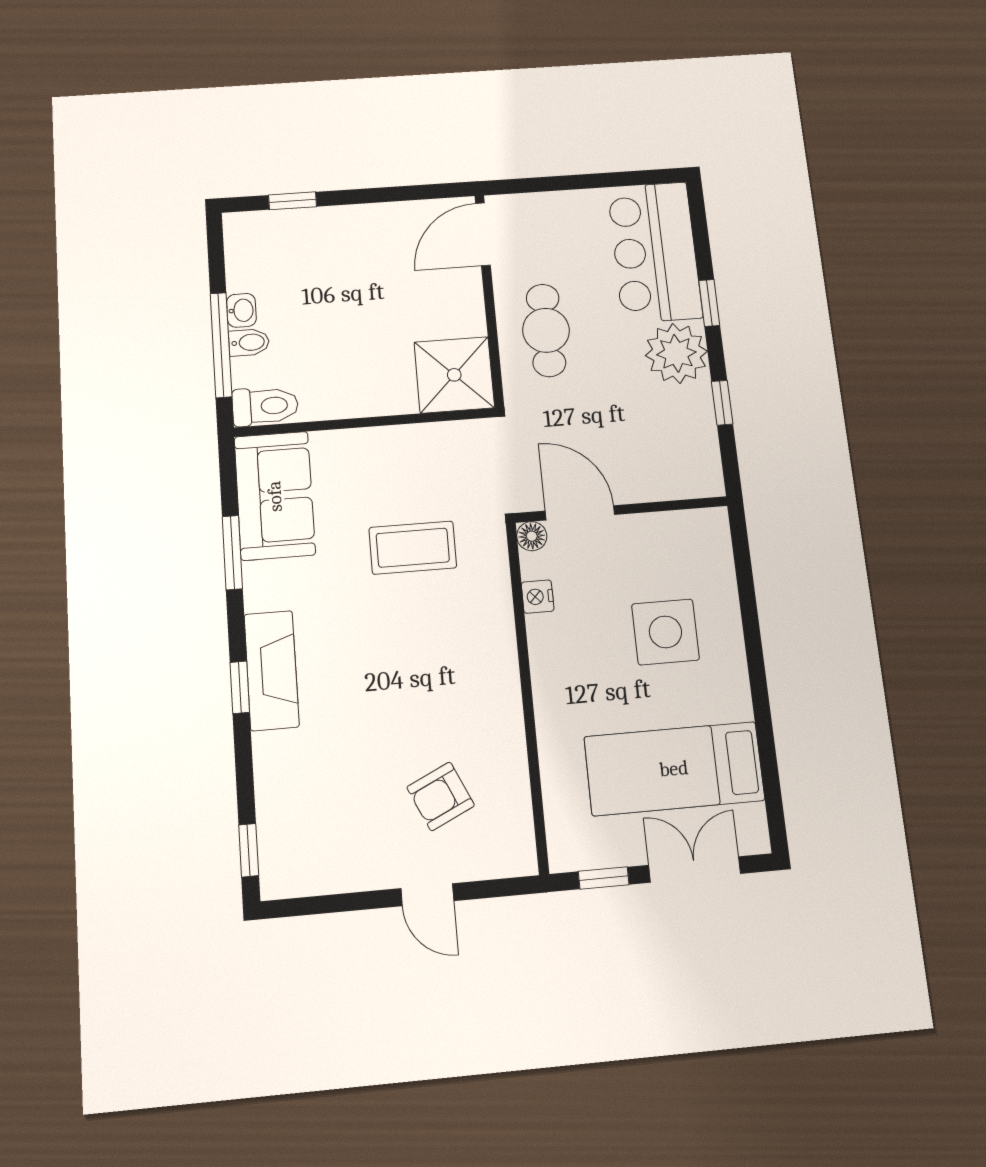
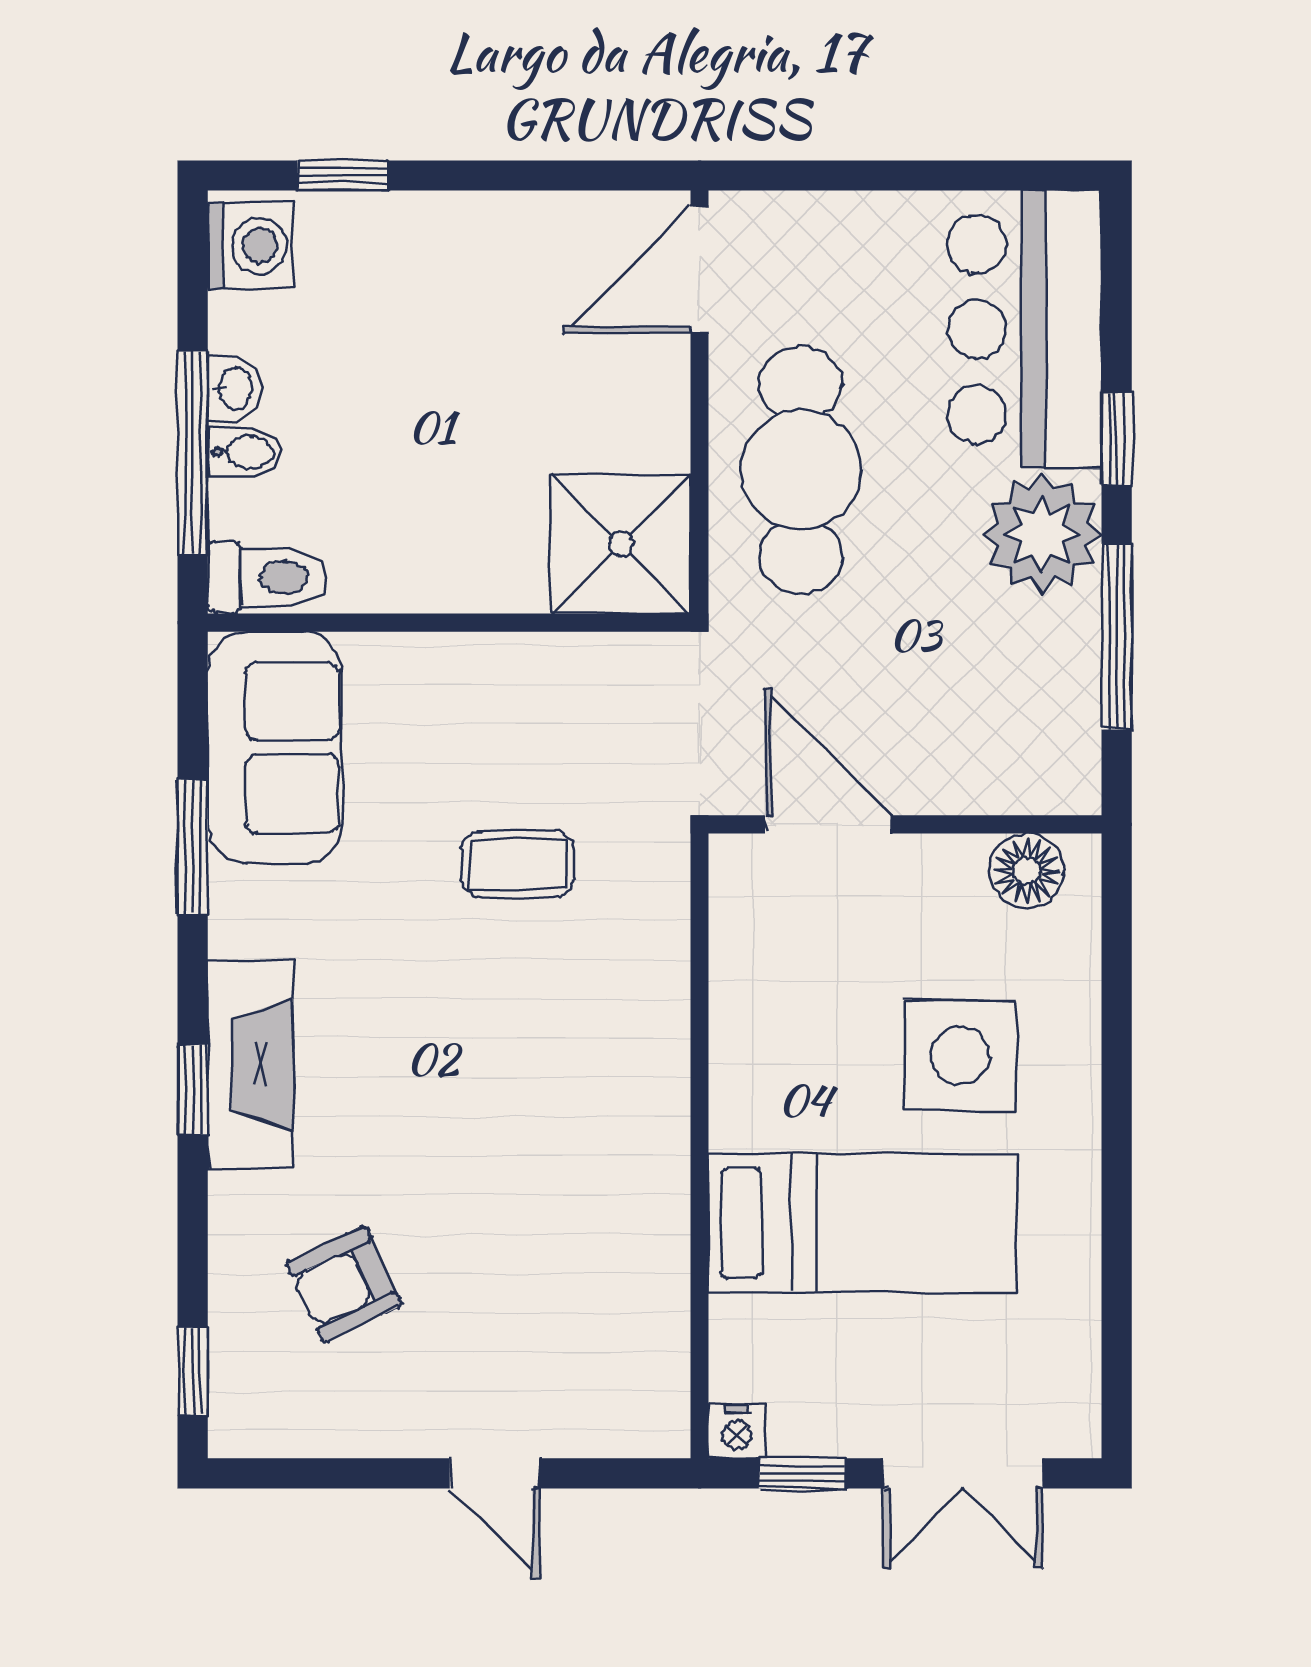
washing machine: (246, 238) -> (251, 246), added
cafe table: (546, 330) -> (801, 470), width x1.37, depth x1.35
window: (722, 403) -> (1117, 637), width x2.17
floor lamp: (532, 536) -> (1027, 871), moved, width x1.37, depth x1.37
coffee table: (413, 548) -> (518, 864), width x0.73, depth x0.77
nightstand: (538, 597) -> (737, 1431), moved, turned -90
bed: (674, 769) -> (863, 1223), moved, turned 180
armchair: (441, 796) -> (344, 1284), moved
double door: (695, 869) -> (963, 1473), swing flipped

